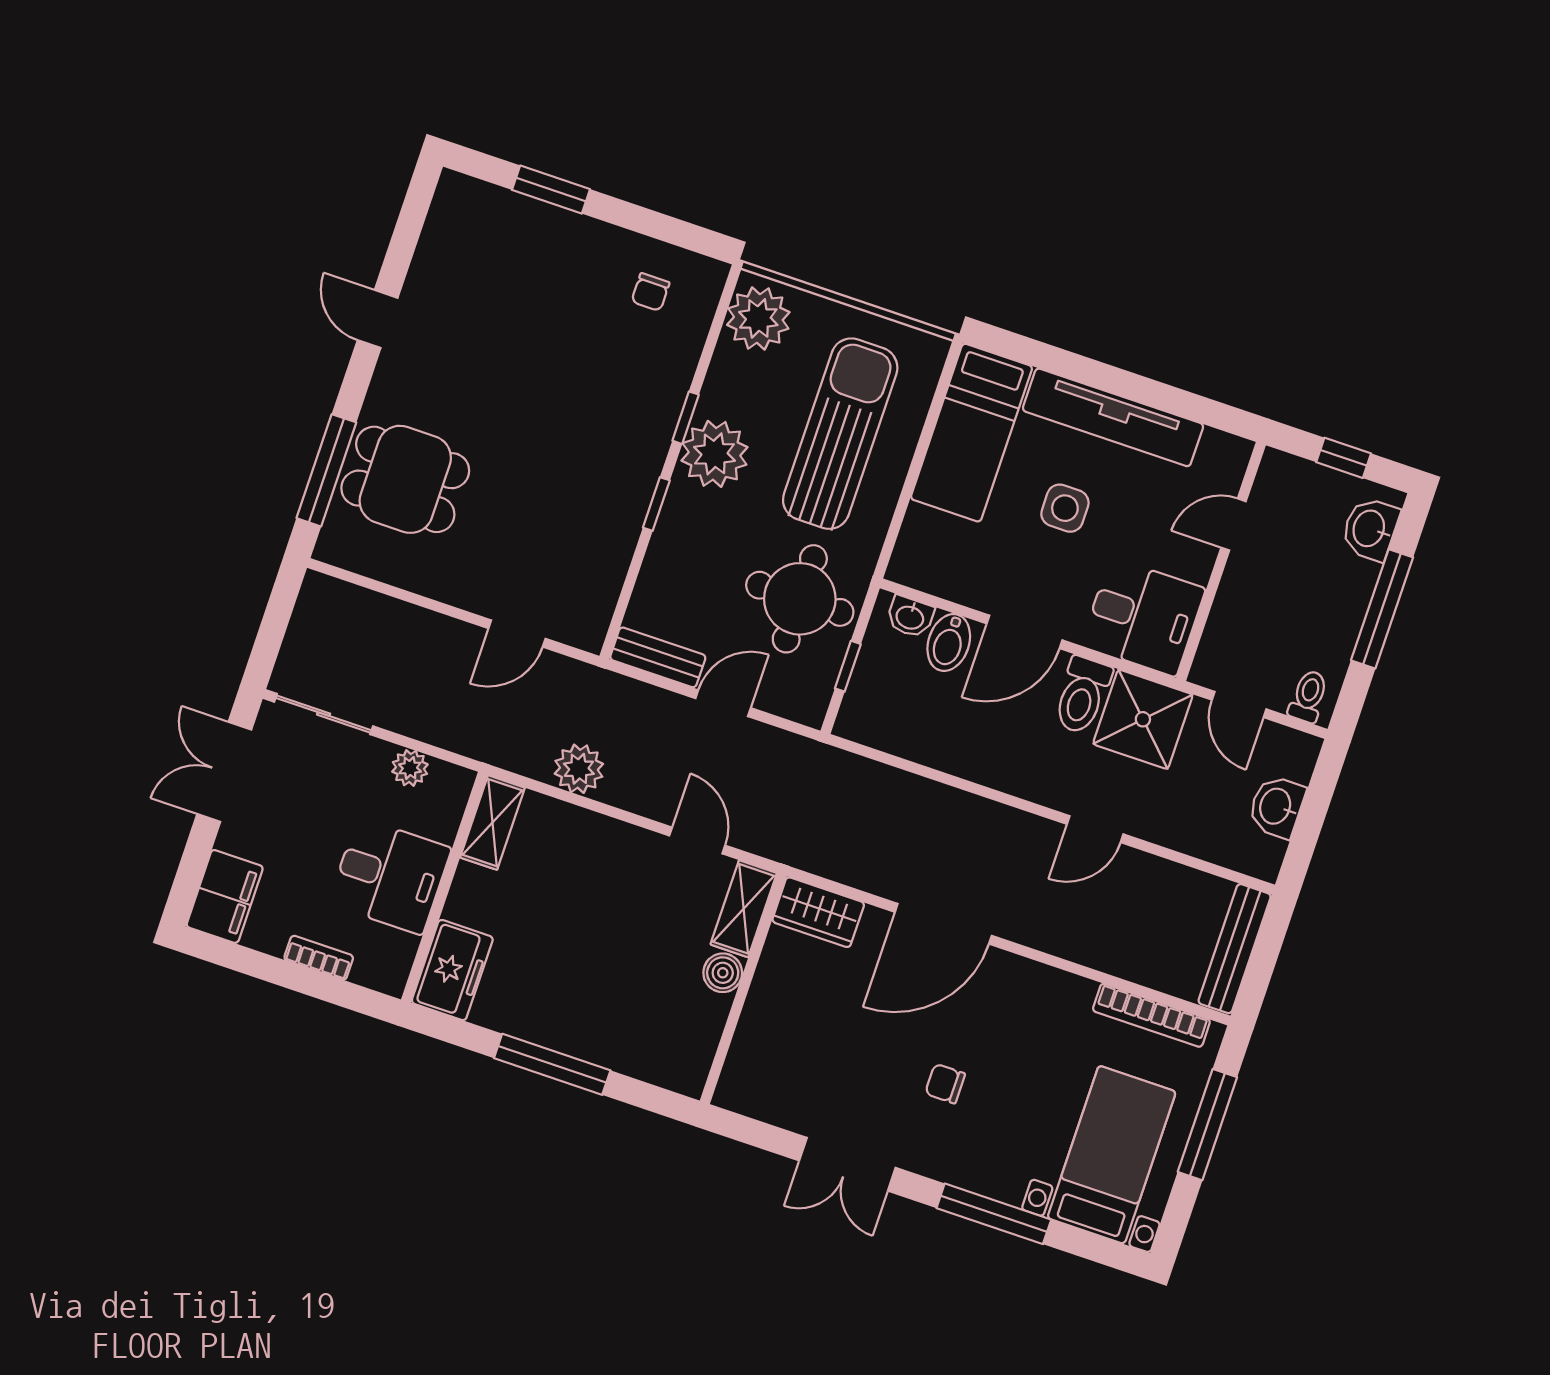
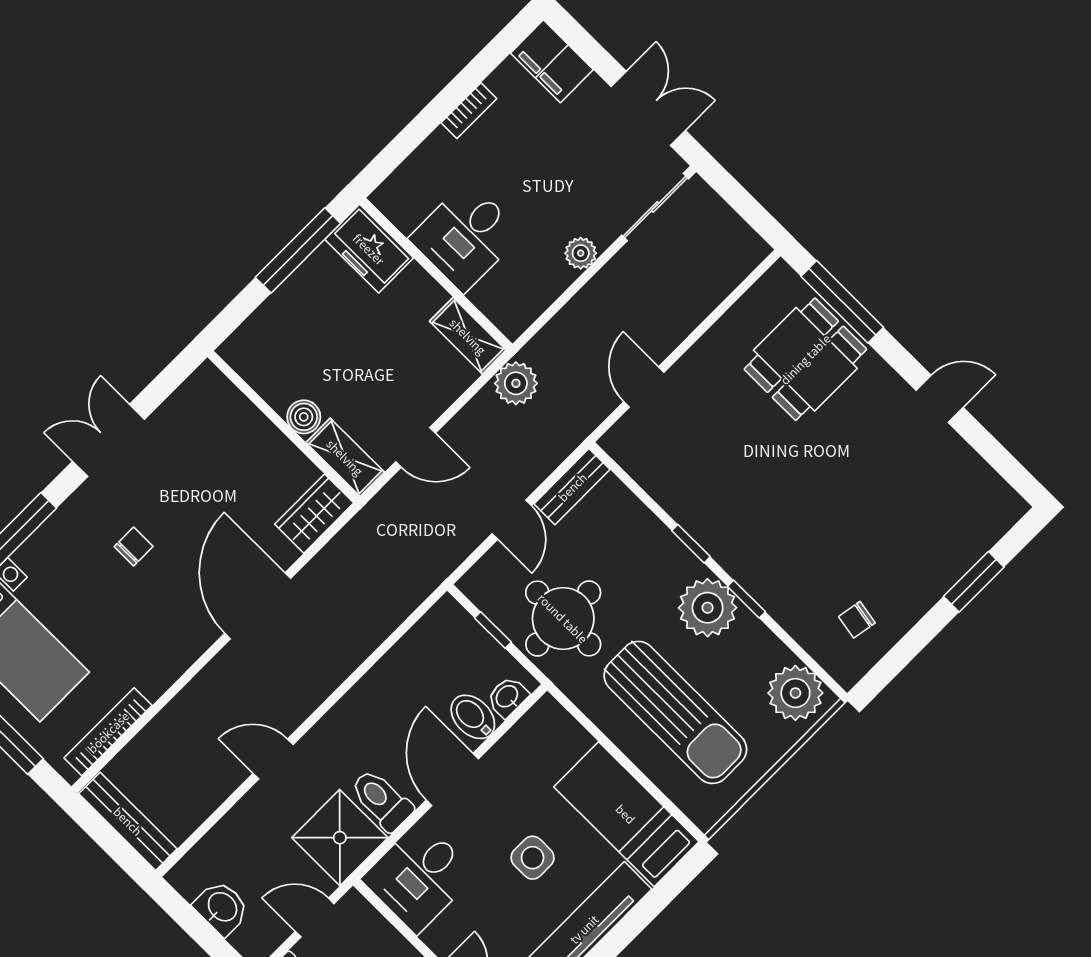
chair: (650, 292) -> (857, 620), turned -80
shelving: (492, 823) -> (468, 336), moved
door: (1095, 829) -> (273, 759), hinge flipped
desk: (390, 876) -> (466, 236), moved
wall: (444, 887) -> (436, 274), moved
freezer: (452, 970) -> (369, 249), moved

